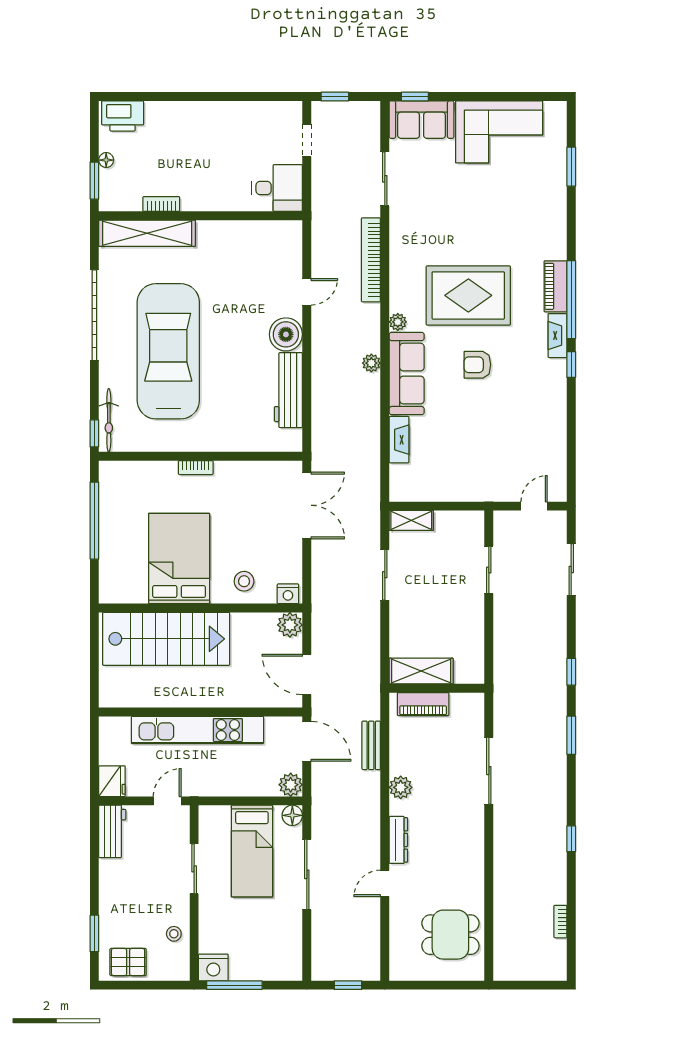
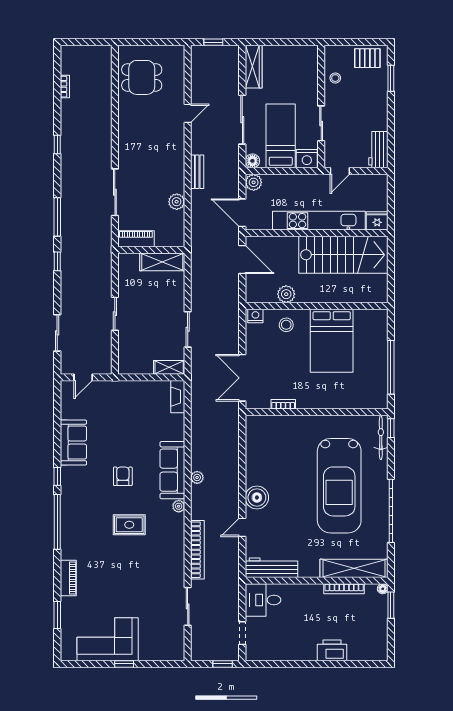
window: (415, 97) -> (124, 664), moved
printer: (123, 116) -> (332, 650), moved
sofa: (422, 120) -> (73, 443), moved, turned 90
floor lamp: (106, 160) -> (383, 589), moved
bookcase: (161, 204) -> (344, 589), width x1.56
piano: (555, 286) -> (68, 578), moved
rug: (468, 295) -> (129, 525), width x0.54, depth x0.49
fireplace: (557, 336) -> (67, 497), removed
armchair: (477, 365) -> (123, 476), turned -90
workbench: (288, 390) -> (271, 568), moved, turned -90
fireplace: (399, 440) -> (178, 397), moved
bookcase: (196, 468) -> (283, 404), moved
sliding door: (489, 570) -> (115, 314), moved
plant: (290, 625) -> (286, 294), moved
stairs: (166, 639) -> (343, 255), moved, turned 180
piano: (423, 704) -> (136, 239), moved
window: (571, 735) -> (57, 217), width x1.44
bench: (371, 745) -> (197, 172), moved
fridge: (112, 781) -> (377, 221), moved, turned 90
plant: (401, 787) -> (177, 202), moved
dresser: (398, 840) -> (178, 144), removed
wardrobe: (291, 950) -> (254, 67), added
nightstand: (213, 967) -> (307, 159), moved, turned 180
window: (234, 985) -> (293, 42), removed

